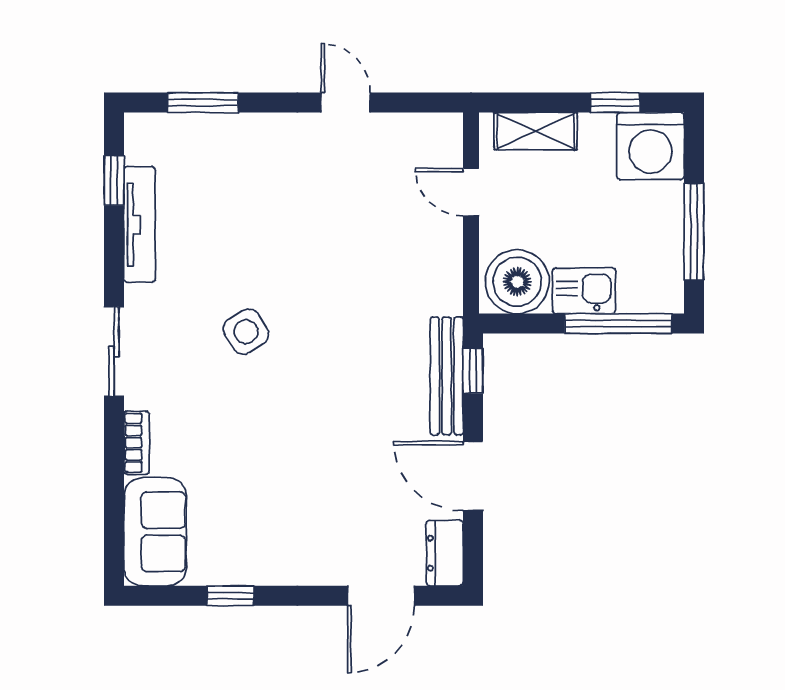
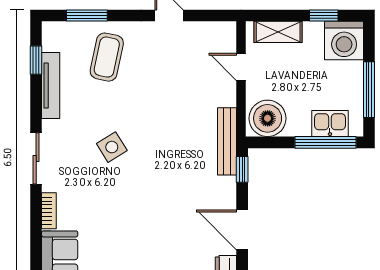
coffee table: (237, 175) -> (107, 57), added
kitchen sink: (584, 291) -> (330, 124), moved
bench: (447, 376) -> (227, 141), moved

